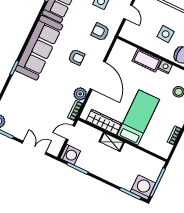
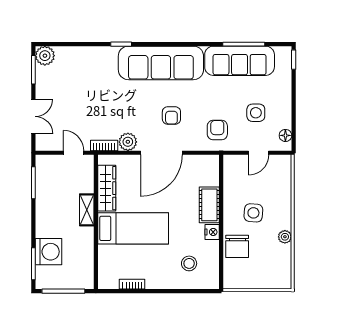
washing machine: (70, 155) -> (46, 166), removed
washing machine: (143, 187) -> (48, 252), moved

